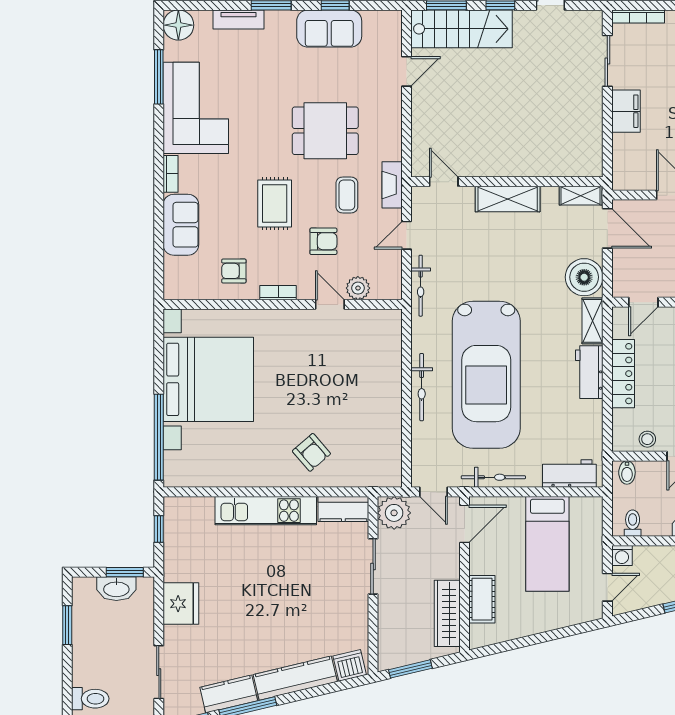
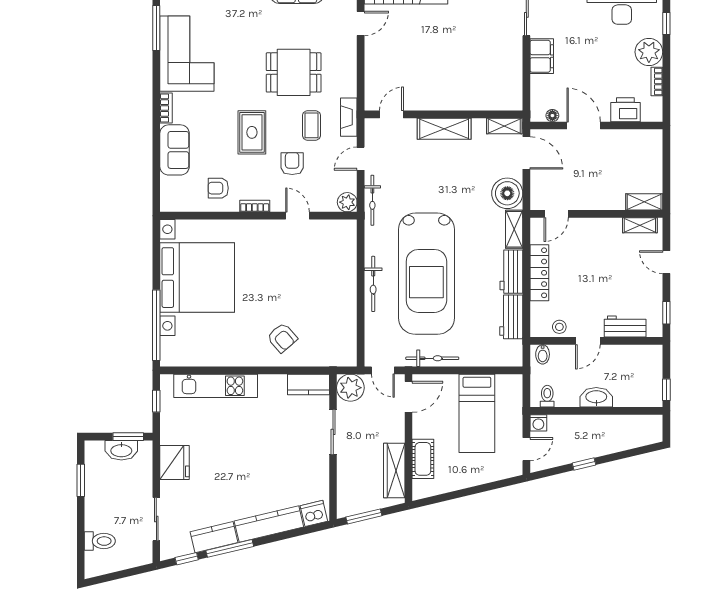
door: (444, 182) -> (391, 114), hinge flipped
floor lamp: (639, 183) -> (552, 116), added
armchair: (323, 241) -> (292, 164), turned -90
plant: (358, 288) -> (347, 202), moved
workbench: (569, 474) -> (511, 317), moved, turned -90
kitchen unit: (266, 511) -> (216, 386), moved

